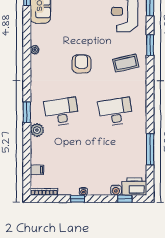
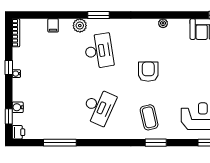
window: (150, 45) -> (156, 143), moved
armchair: (81, 64) -> (148, 72), turned -90
desk: (115, 112) -> (99, 107), turned 33
filing cabinet: (37, 170) -> (53, 25), moved
printer: (134, 186) -> (18, 132), width x0.53, depth x0.68

